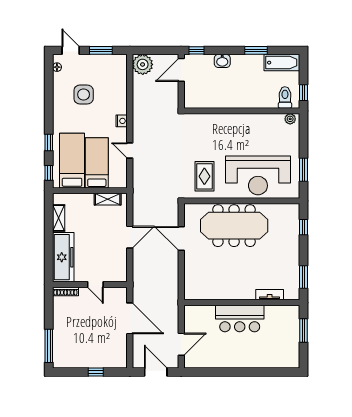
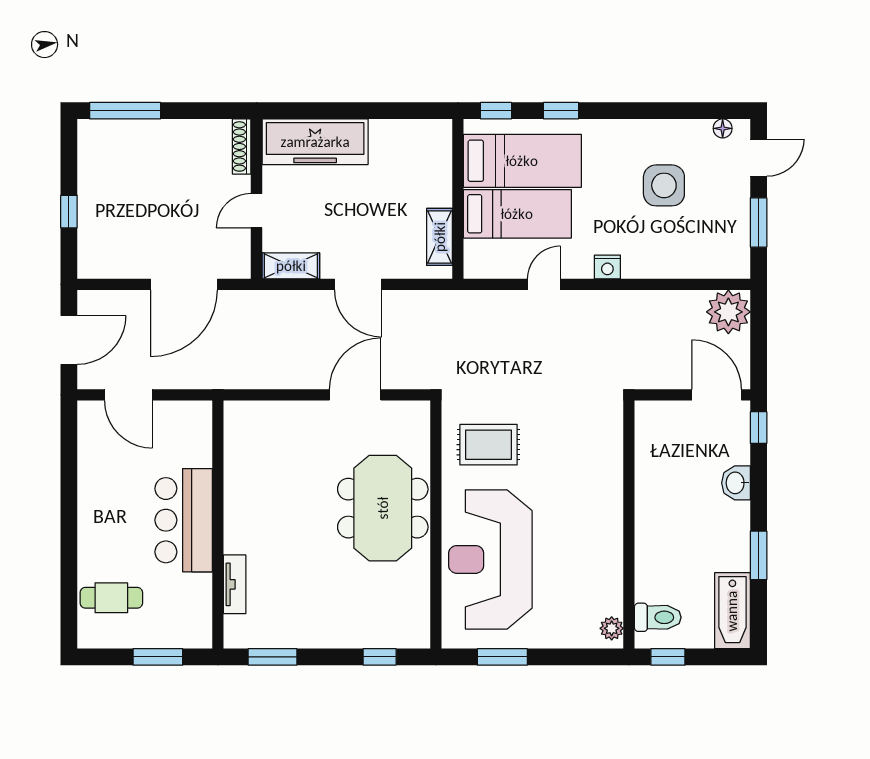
shelving: (59, 218) -> (291, 266), moved
meeting table: (234, 226) -> (383, 508), width x0.73
cafe table: (276, 352) -> (111, 598), added

